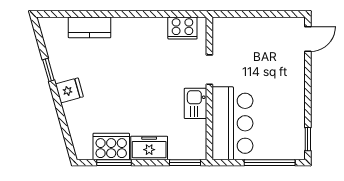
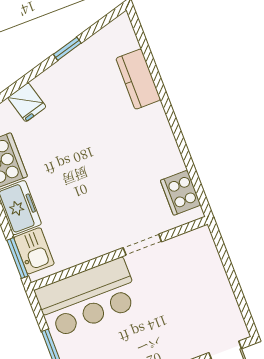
fridge: (69, 90) -> (27, 102), moved
kitchen sink: (195, 103) -> (34, 251), moved, turned 90

